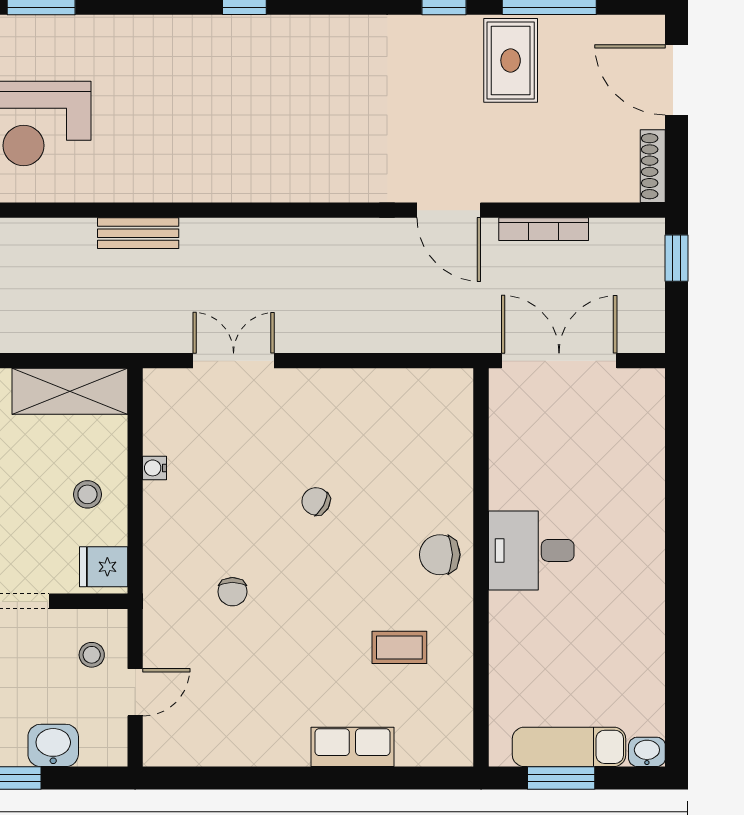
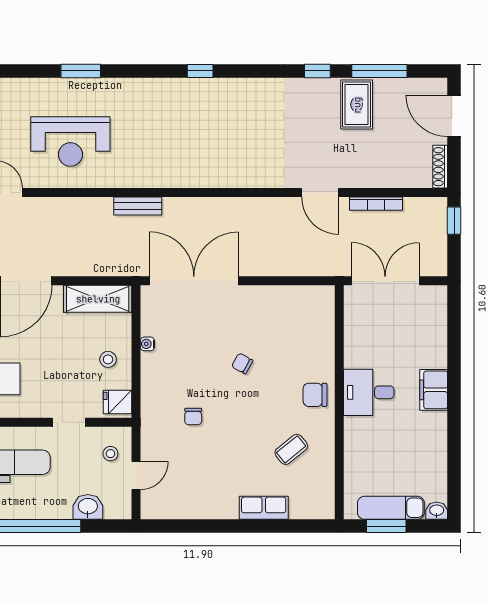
double door: (234, 361) -> (194, 281), width x1.87
filing cabinet: (642, 546) -> (434, 390), added
coffee table: (399, 647) -> (291, 449), turned -39

